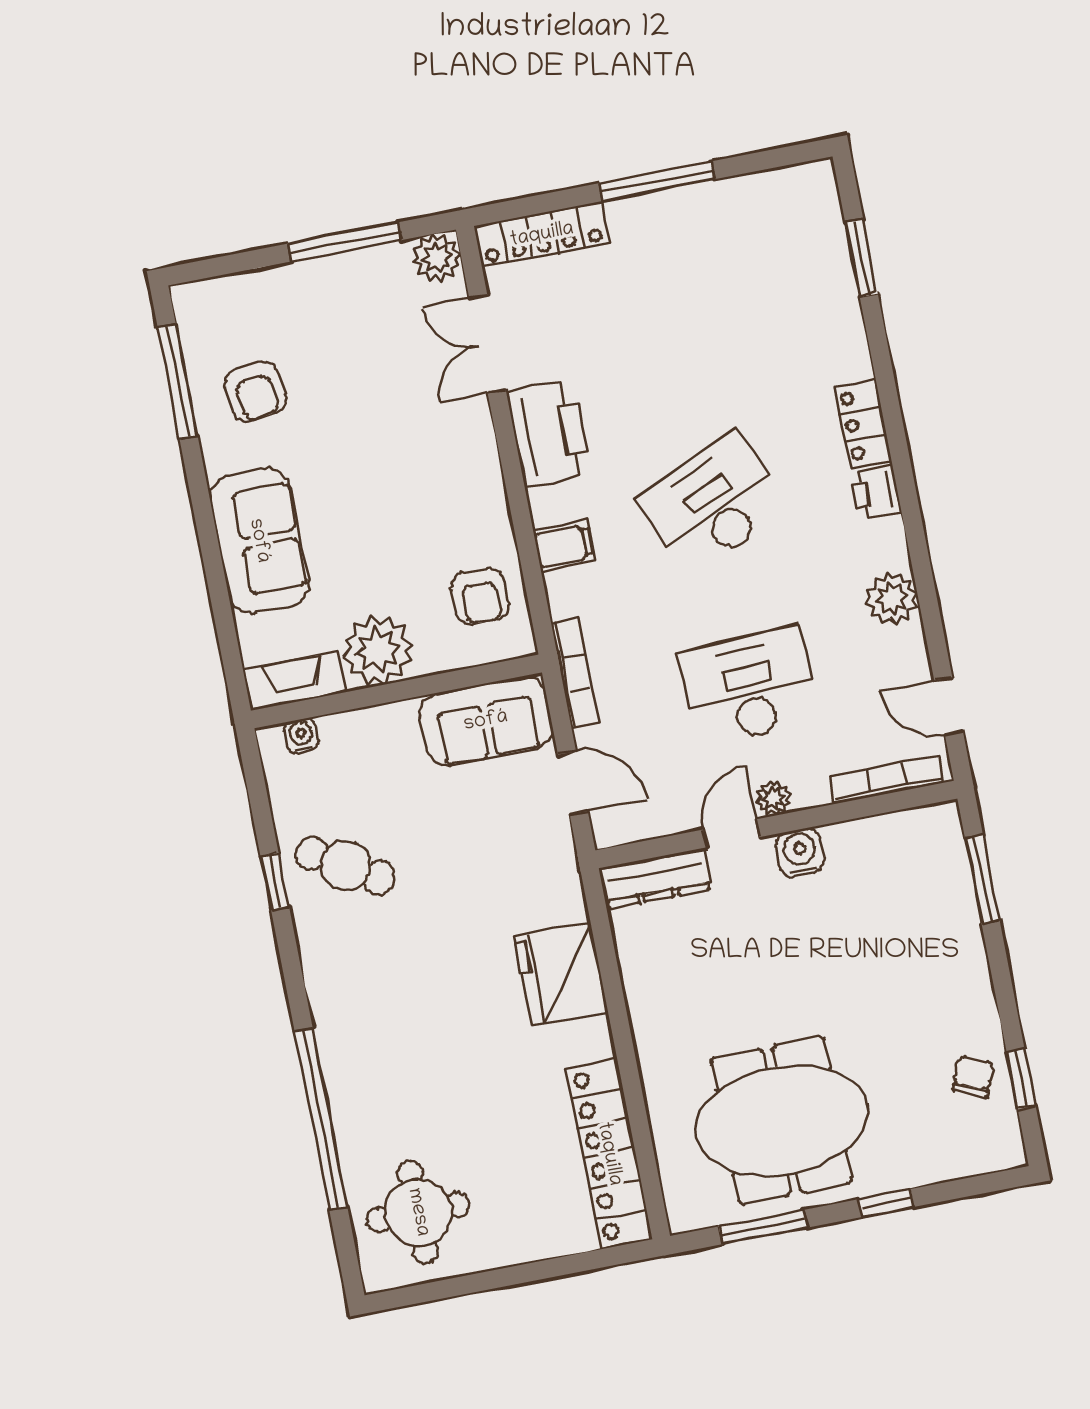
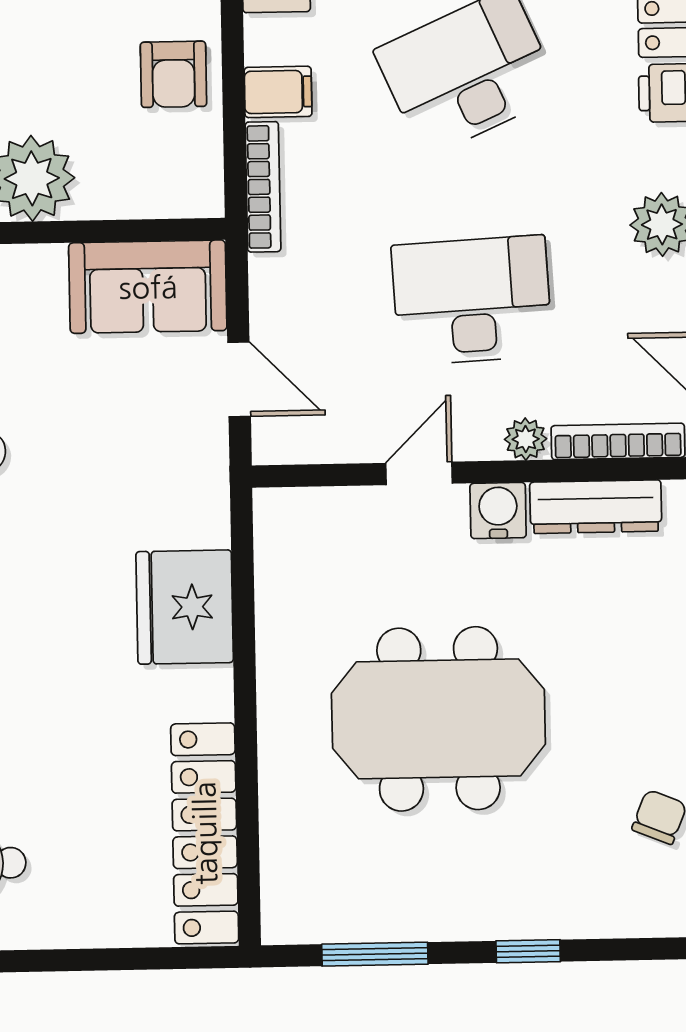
armchair: (480, 596) -> (173, 74), moved
bookcase: (575, 673) -> (263, 187), moved
plant: (773, 798) -> (526, 439), moved
dresser: (655, 879) -> (596, 507), moved
meeting table: (782, 1120) -> (438, 719), moved

